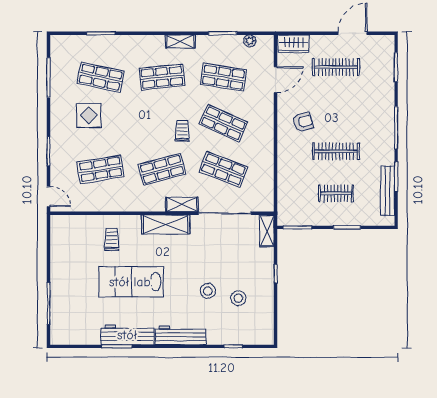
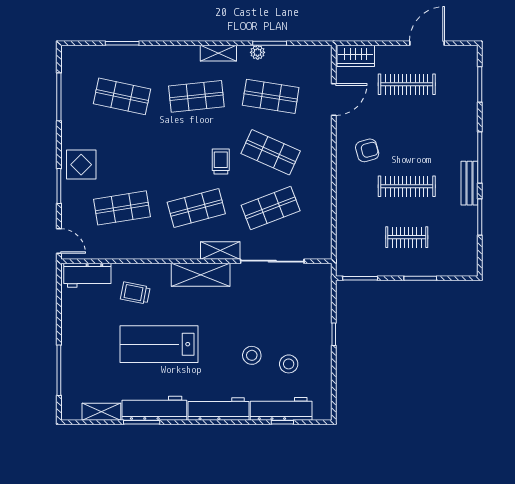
plant: (250, 41) -> (258, 52), moved
display table: (89, 115) -> (81, 165), moved
shop shelf: (223, 169) -> (271, 208), turned -42
bench: (388, 191) -> (469, 183), moved, width x0.73
workbench: (72, 225) -> (87, 275), added
shelving: (267, 231) -> (101, 412), moved, turned 90
trolley: (112, 240) -> (135, 293), turned -79
workbench: (232, 335) -> (281, 409), added

